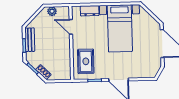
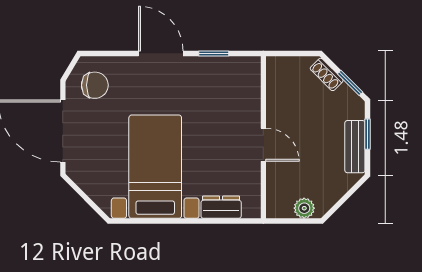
door: (71, 27) -> (263, 145), moved
rug: (86, 61) -> (232, 96), removed
chair: (148, 65) -> (95, 85), added

